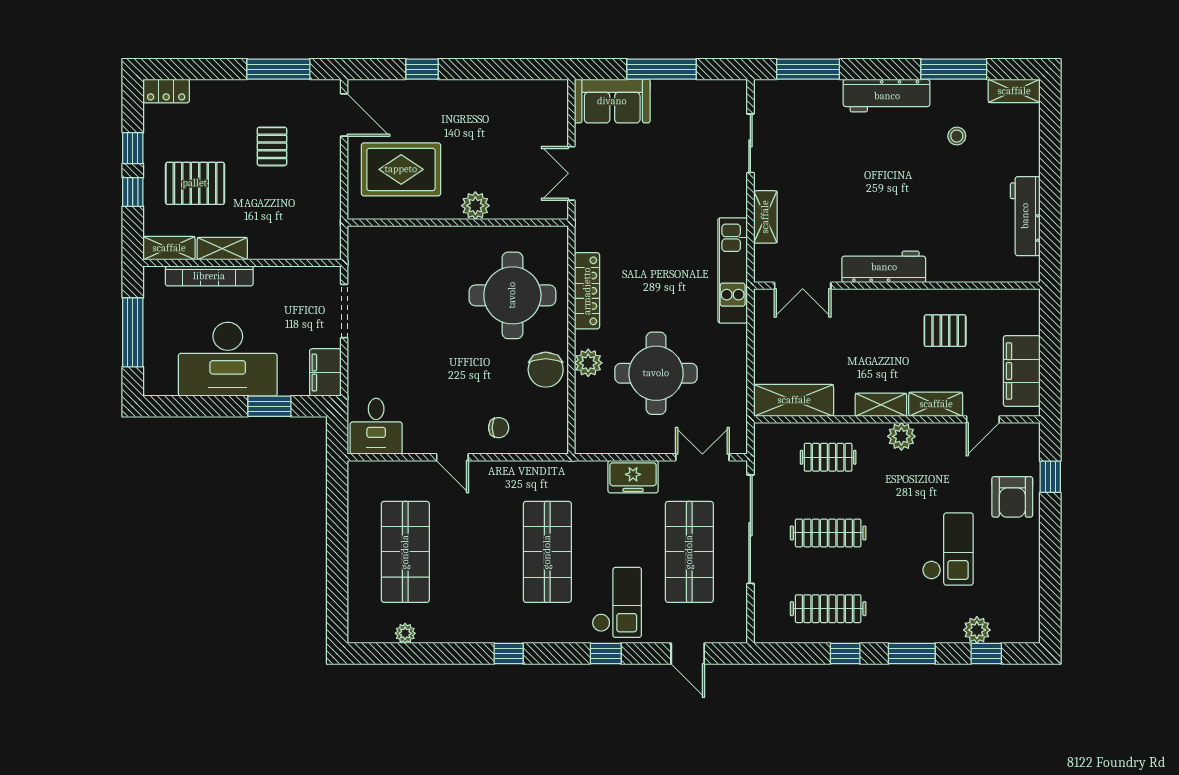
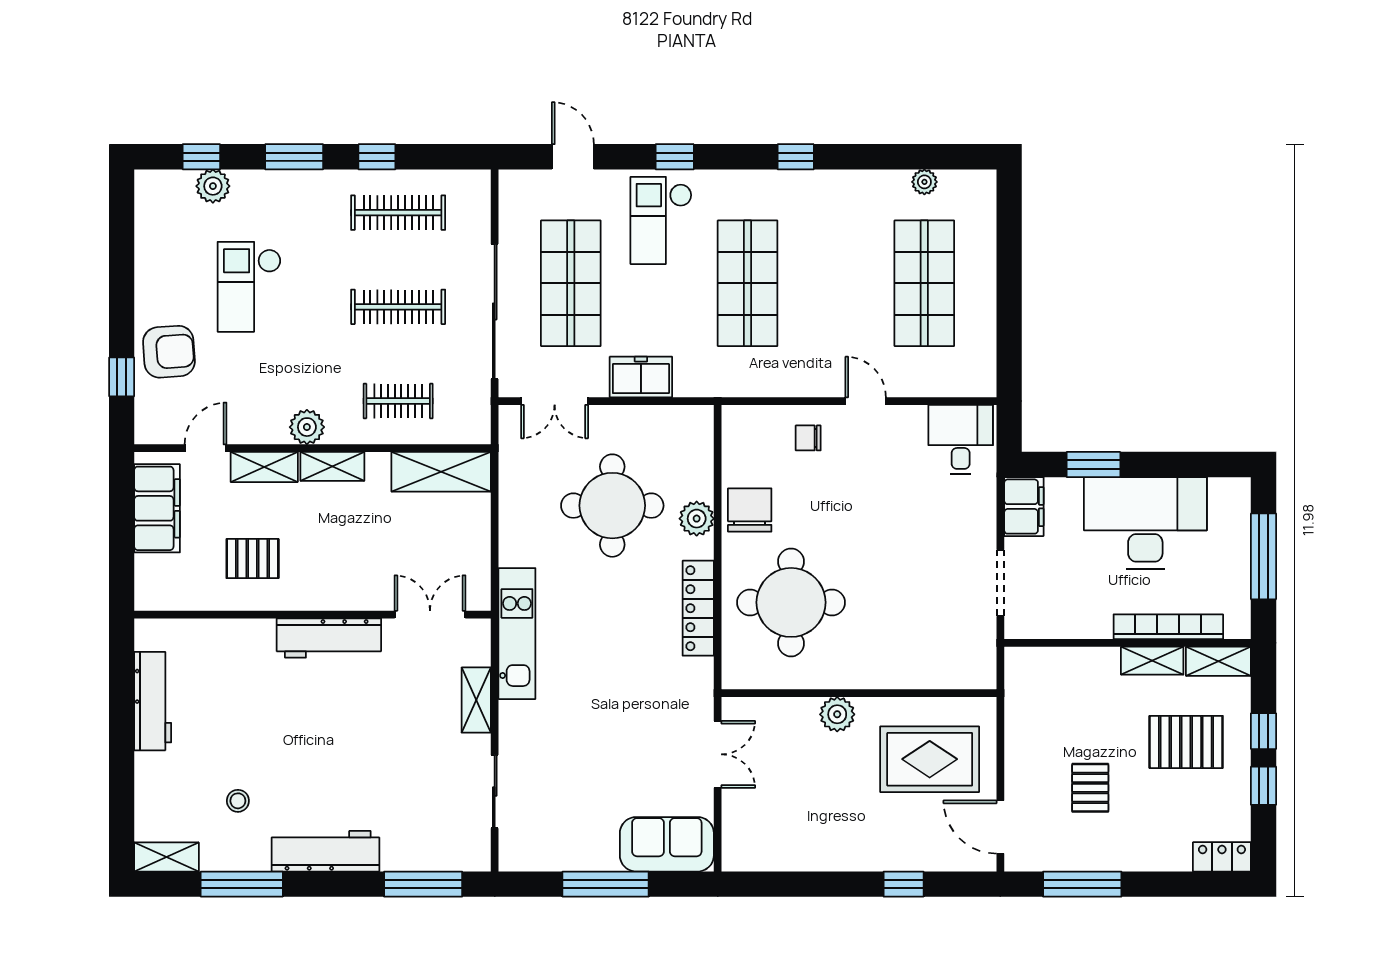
armchair: (1012, 497) -> (169, 352), turned 86

